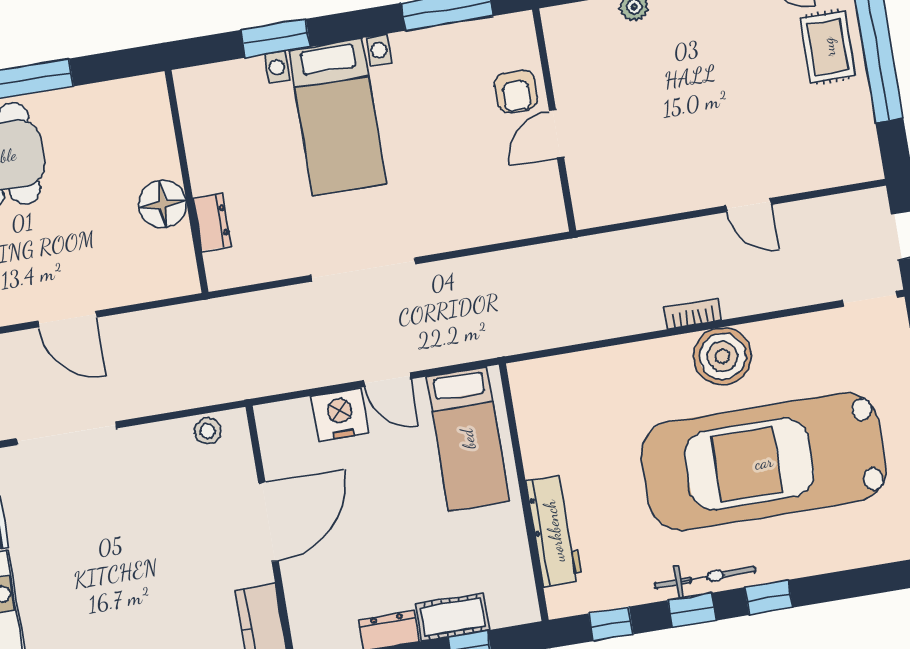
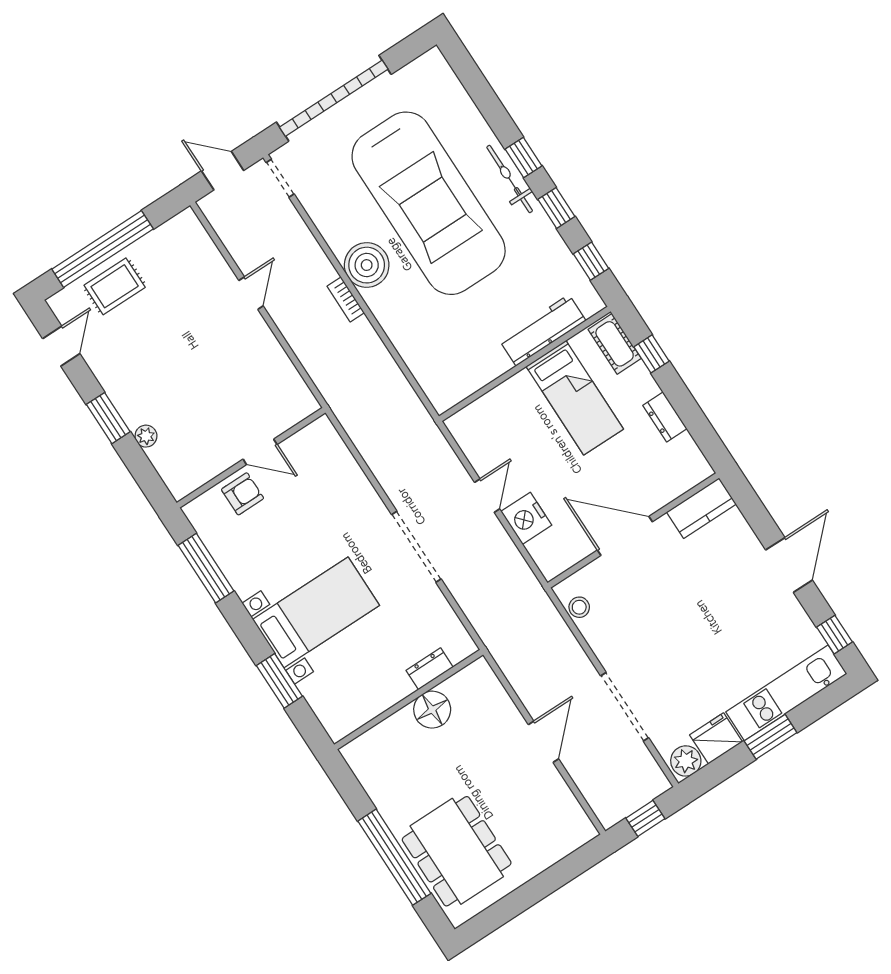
bed: (468, 439) -> (575, 398), moved, turned 90
bicycle: (705, 578) -> (510, 179), moved
cot: (453, 617) -> (615, 344), moved

